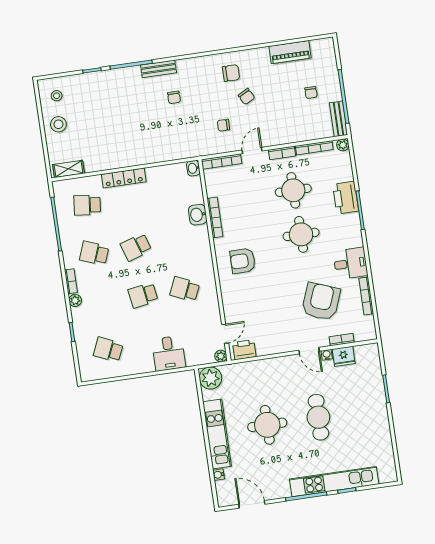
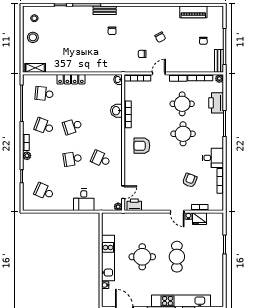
chair: (231, 73) -> (152, 20), removed
printer: (346, 198) -> (216, 103), moved
armchair: (321, 302) -> (190, 180), width x0.53, depth x0.53
plant: (210, 378) -> (109, 220), removed

